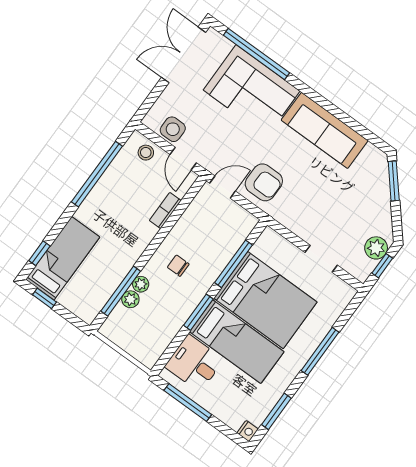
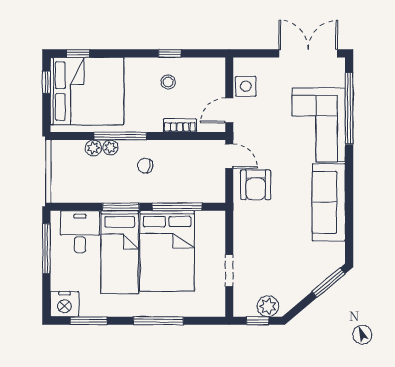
stool: (146, 153) -> (168, 82), moved
window: (97, 174) -> (170, 53), width x0.32
bed: (63, 258) -> (87, 91), width x2.04
chair: (178, 266) -> (145, 166), turned -81
window: (121, 291) -> (120, 136), moved
nightstand: (248, 431) -> (64, 304), width x1.89, depth x1.79

